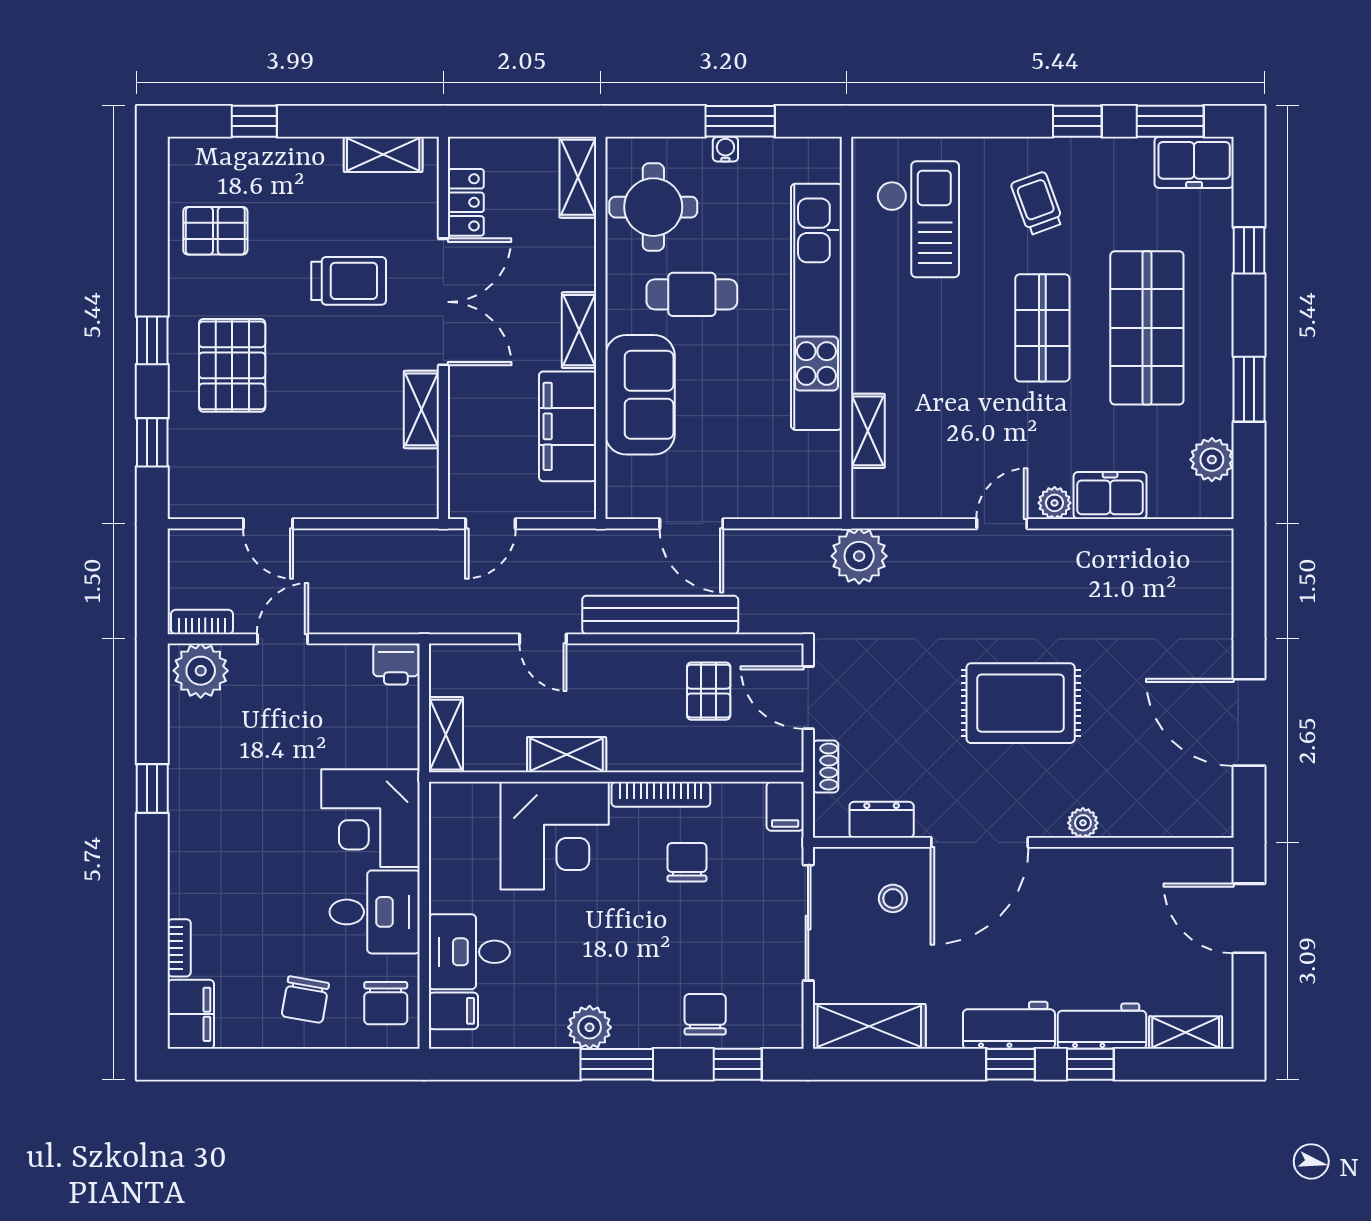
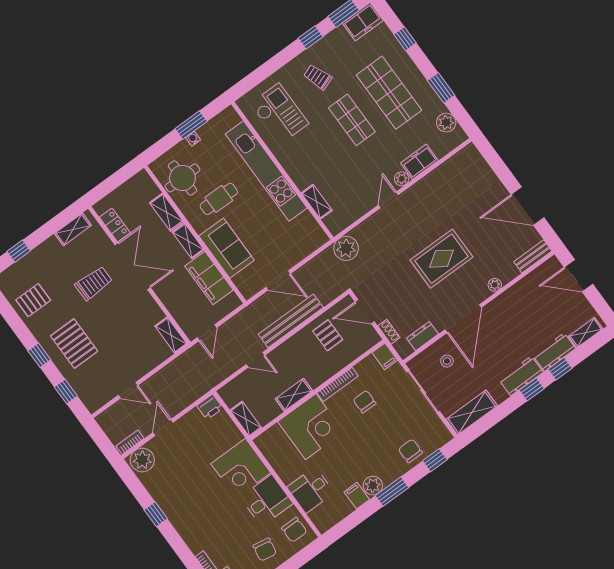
shelving: (578, 177) -> (166, 212), moved
shelving: (421, 409) -> (171, 335), moved
bench: (1191, 822) -> (533, 256), added
filing cabinet: (453, 1011) -> (357, 496), moved, turned -90

